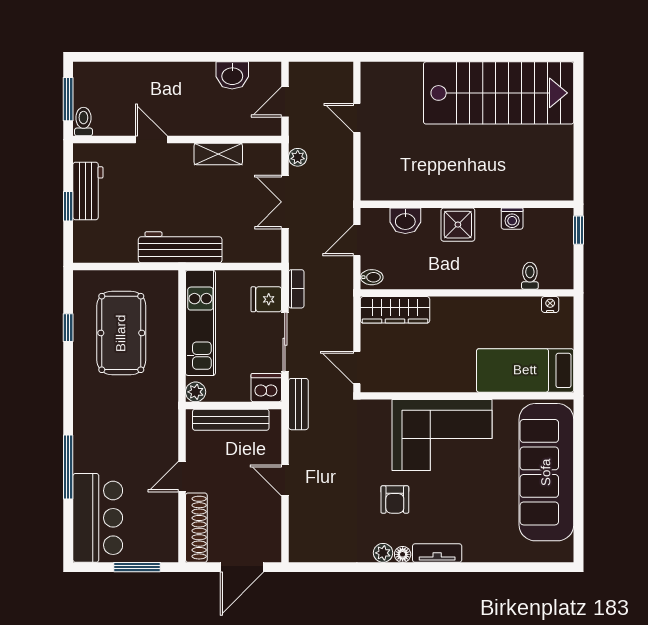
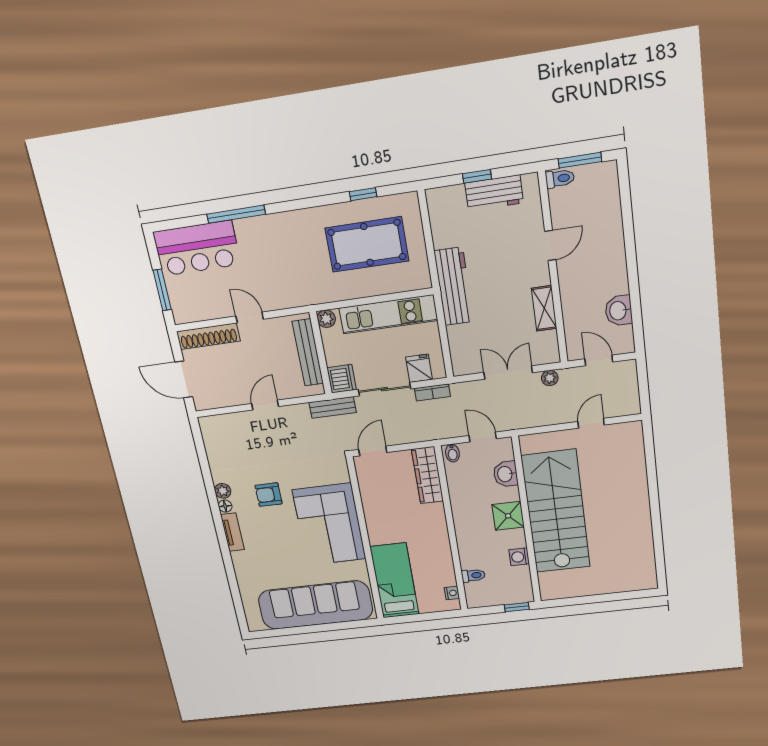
stairs: (499, 93) -> (556, 512), moved, turned 180

